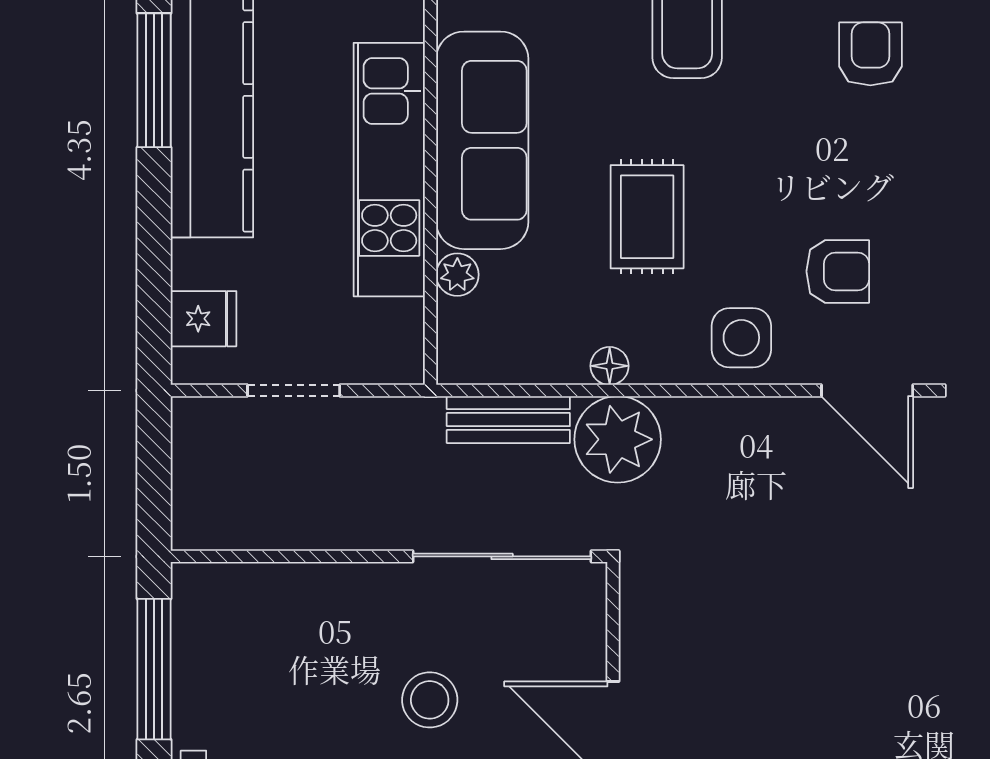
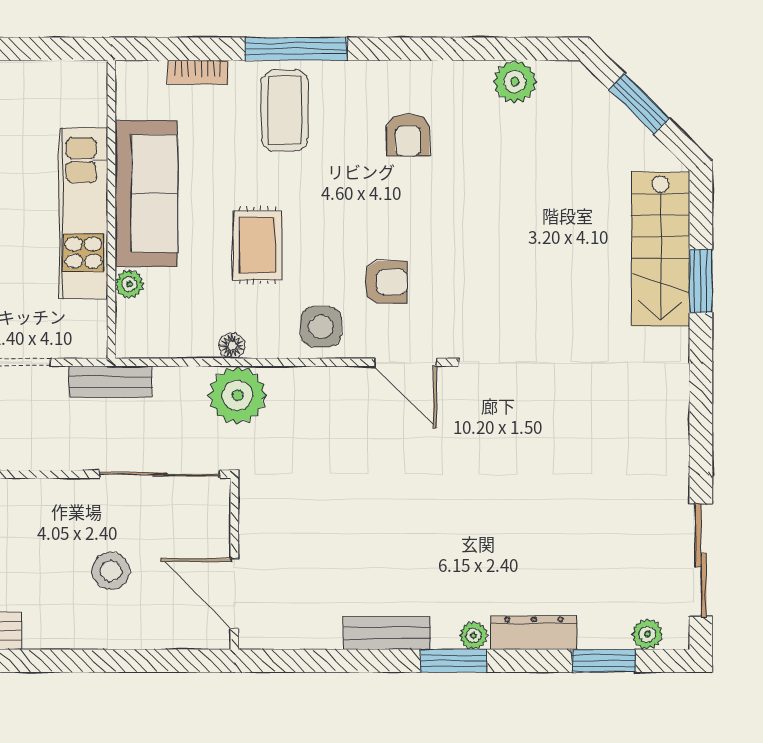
armchair: (870, 54) -> (408, 135), turned 180
bench: (508, 420) -> (110, 382), moved

